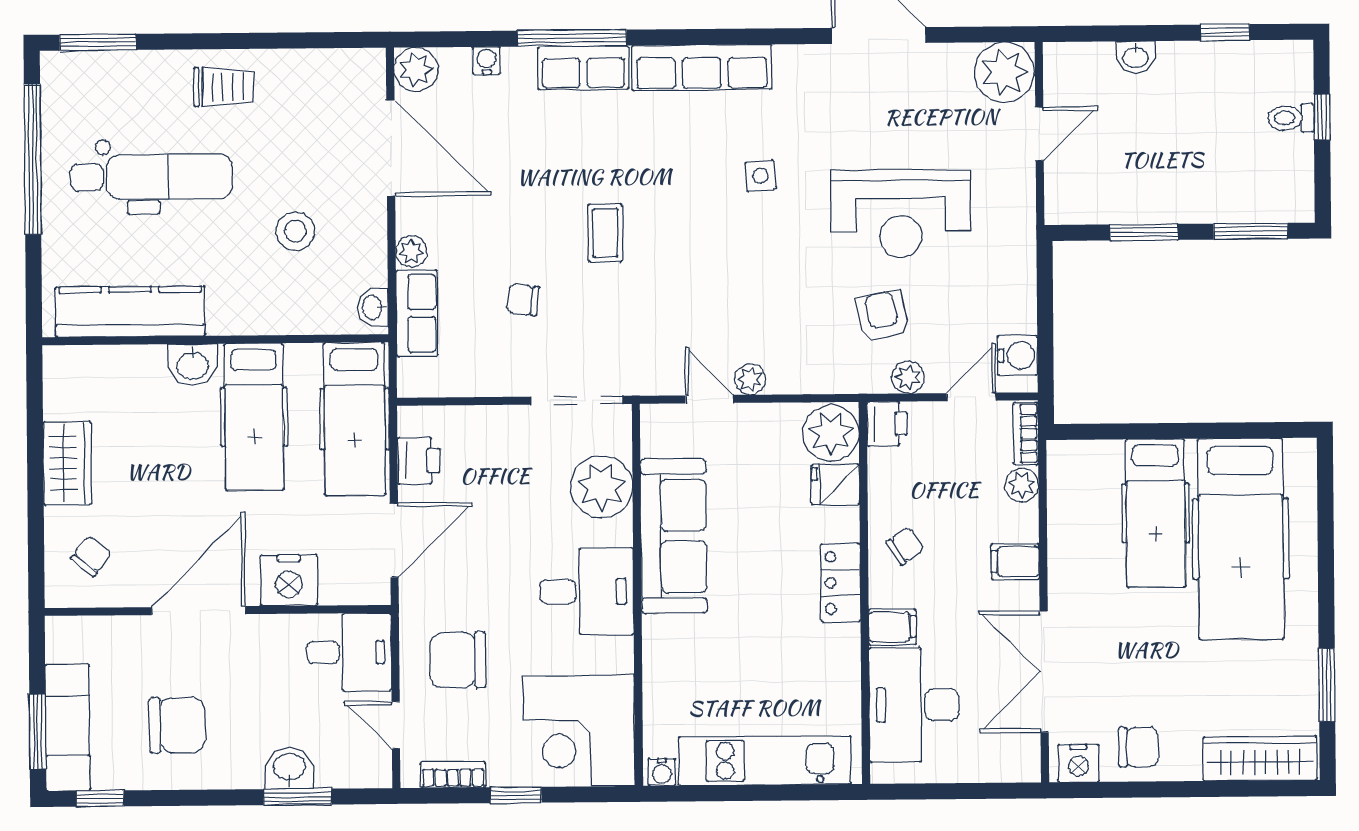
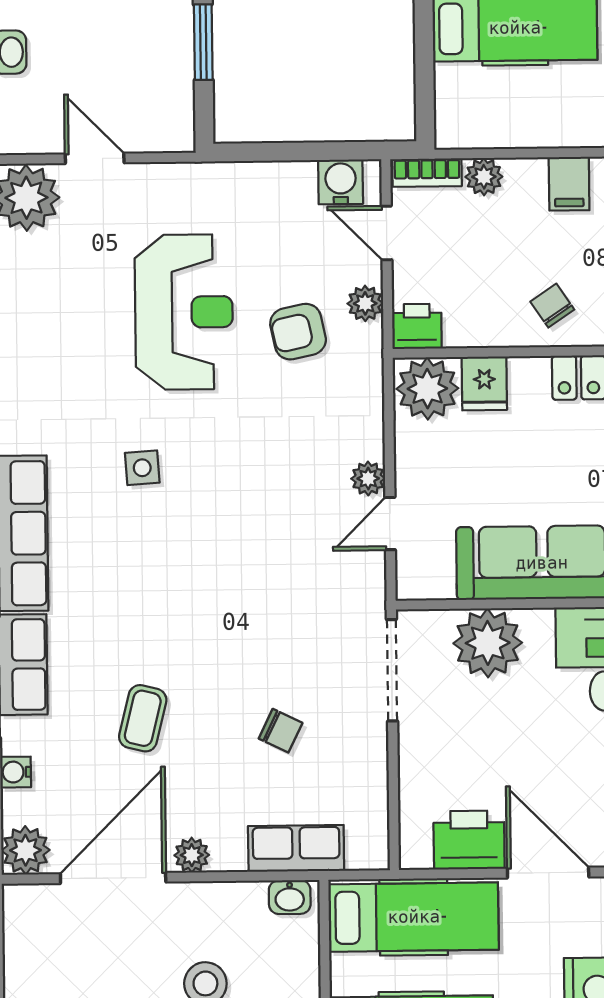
coffee table: (605, 233) -> (143, 718), moved, turned -76
plant: (411, 251) -> (192, 855), moved
chair: (523, 300) -> (281, 731), turned -71
printer: (419, 461) -> (469, 840), width x1.36, depth x1.24

